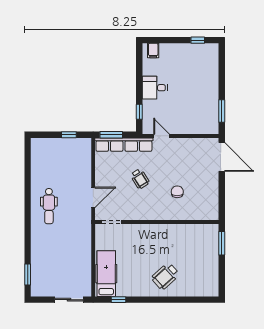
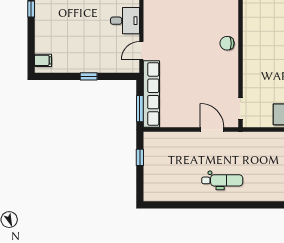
desk: (155, 88) -> (125, 21), moved, turned -90
window: (139, 112) -> (89, 76), moved
wheelchair: (140, 179) -> (191, 76), removed
chair: (177, 192) -> (227, 43), moved

